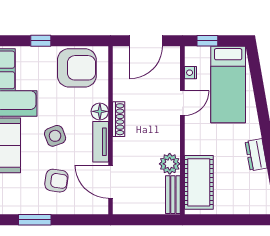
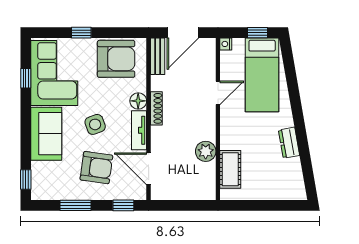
window: (207, 41) -> (257, 33), moved
nightstand: (191, 73) -> (226, 44), moved
armchair: (56, 181) -> (96, 168), width x1.38, depth x1.38
cot: (199, 182) -> (230, 169), width x0.73, depth x0.75
bench: (173, 195) -> (158, 56), moved
window: (84, 220) -> (123, 205), added

